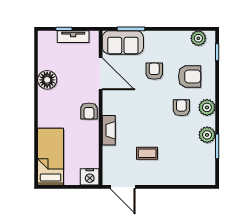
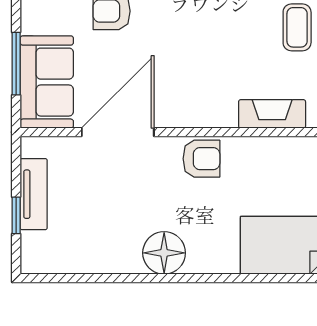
floor lamp: (47, 80) -> (164, 253), moved
fireplace: (109, 130) -> (272, 114), moved

